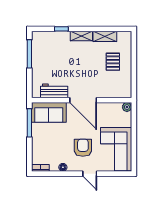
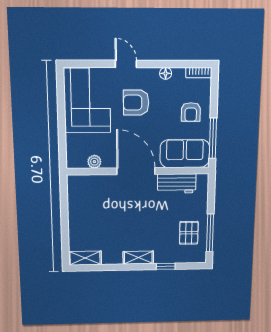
shelving: (105, 36) -> (85, 258), moved
pallet: (113, 62) -> (189, 233), moved
plant: (127, 107) -> (94, 162), moved
armchair: (45, 141) -> (191, 112), added
armchair: (83, 148) -> (136, 103), turned 90

